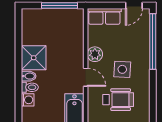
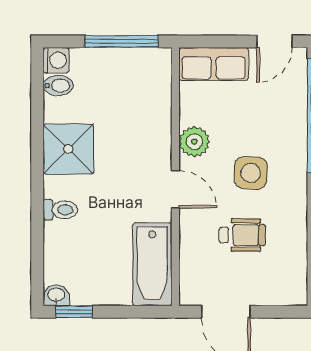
bidet: (29, 76) -> (58, 86), moved
washing machine: (28, 100) -> (56, 60), moved
wheelchair: (118, 100) -> (242, 235), width x0.73, depth x0.73

